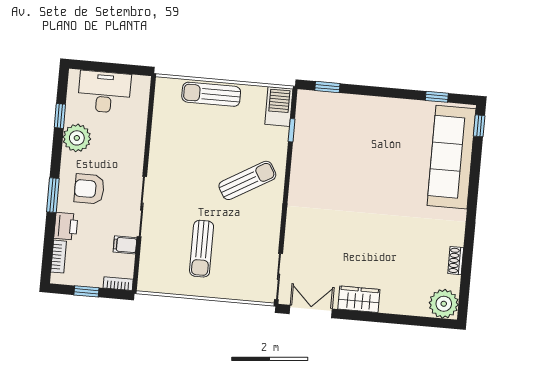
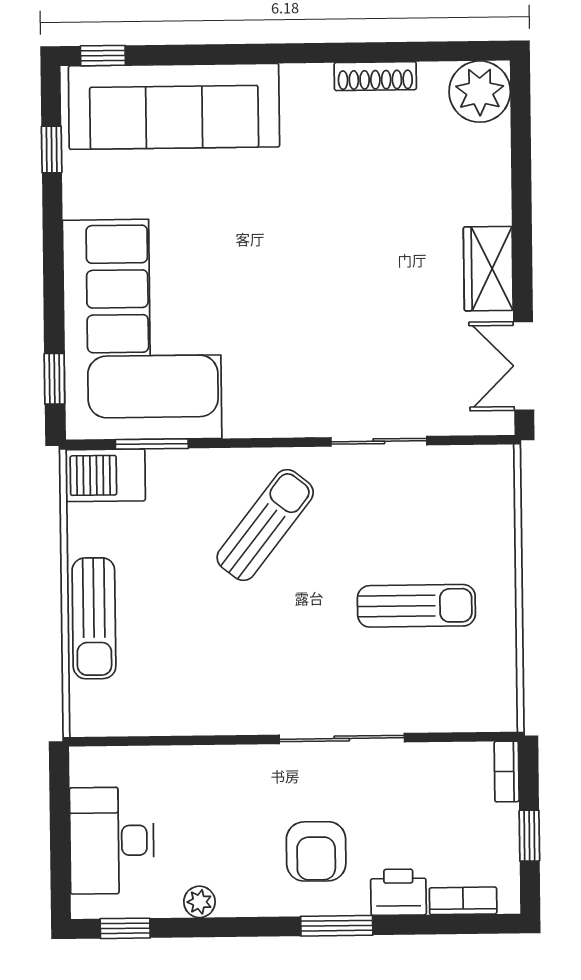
window: (60, 116) -> (125, 928), moved
window: (292, 130) -> (152, 444), width x1.50
corner sofa: (347, 131) -> (142, 329), added
plant: (77, 138) -> (199, 902), width x0.53, depth x0.53
sun lounger: (247, 180) -> (265, 525), turned 68
filing cabinet: (125, 245) -> (425, 765), removed
shoe rack: (456, 261) -> (375, 76), width x1.43
sliding door: (278, 277) -> (379, 441), moved

